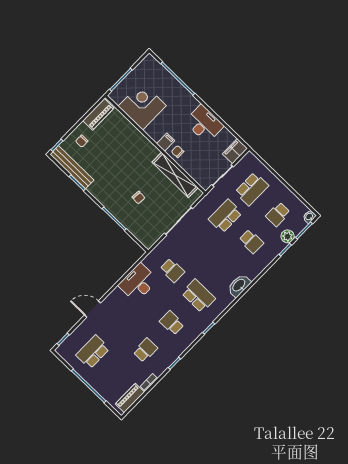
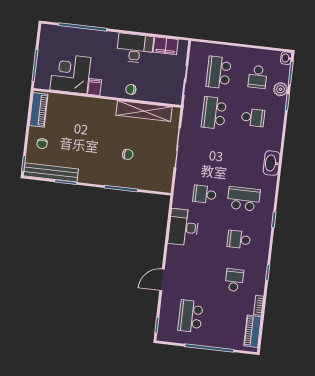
filing cabinet: (166, 142) -> (95, 87), moved
filing cabinet: (235, 151) -> (166, 46), moved, turned -90
school desk: (252, 189) -> (219, 72), turned 180
school desk: (172, 270) -> (205, 194), turned 180

